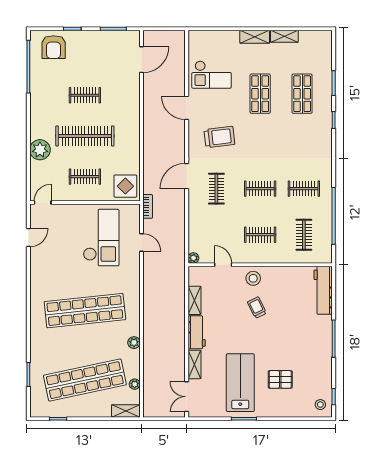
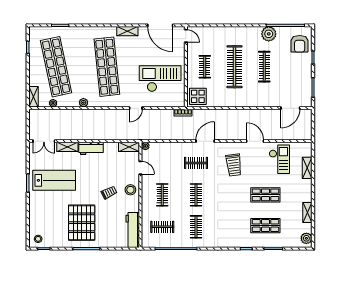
shelving: (255, 37) -> (307, 168), moved
plant: (320, 38) -> (306, 238), added
armchair: (54, 47) -> (300, 44), turned -90
door: (141, 60) -> (290, 108), hinge flipped
checkout: (212, 75) -> (279, 159), turned 180
clothes rail: (85, 95) -> (264, 67), width x1.36
door: (187, 108) -> (255, 141), hinge flipped
plant: (40, 150) -> (269, 34), moved
door: (187, 176) -> (205, 141), hinge flipped
door: (28, 238) -> (160, 25), width x1.87
checkout: (101, 238) -> (160, 79), turned 180
door: (141, 242) -> (136, 108), moved
door: (223, 265) -> (140, 168), hinge flipped
shelving: (36, 283) -> (127, 31), added
workbench: (323, 290) -> (133, 230), moved, turned -90
shelving: (194, 300) -> (129, 147), moved
pallet: (280, 379) -> (82, 223), moved, width x2.05, depth x2.00
double door: (187, 397) -> (44, 141), swing flipped

